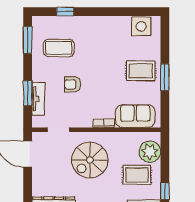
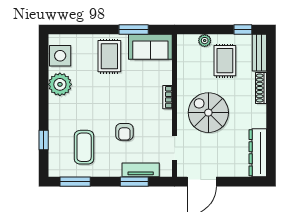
plant: (115, 26) -> (60, 84), added
window: (165, 77) -> (134, 30), moved
sofa: (135, 116) -> (150, 47), moved, turned -90
plant: (150, 152) -> (205, 41), width x0.53, depth x0.53
spiral stairs: (90, 160) -> (208, 113), turned 180

